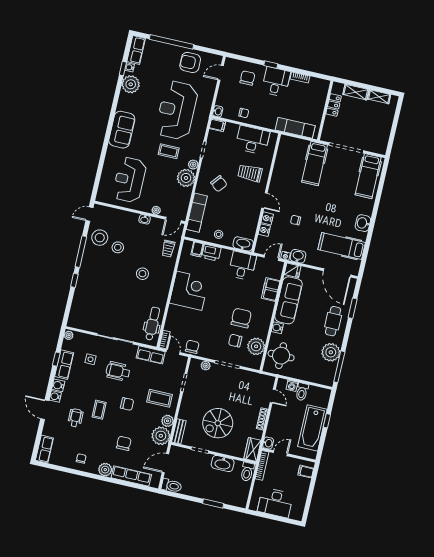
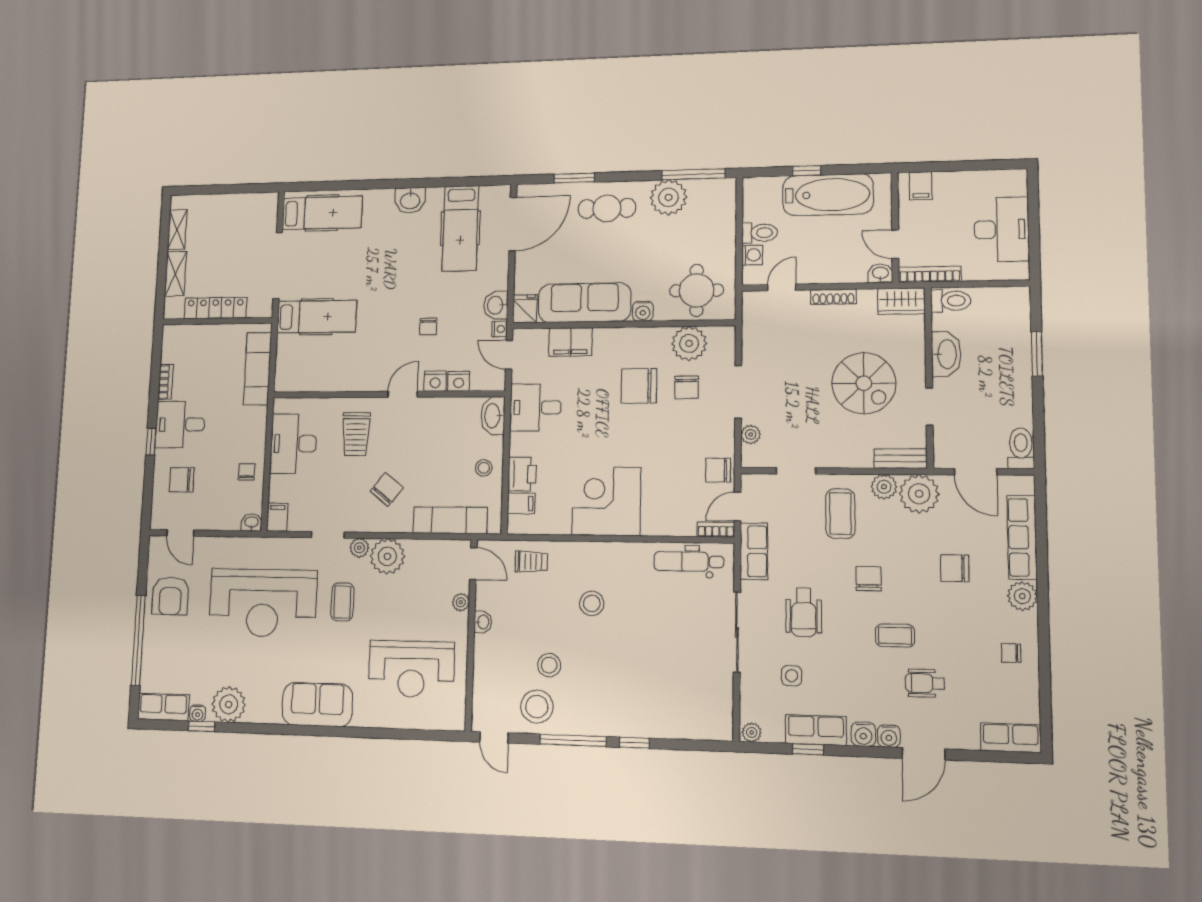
locker: (334, 105) -> (215, 308), width x1.53

